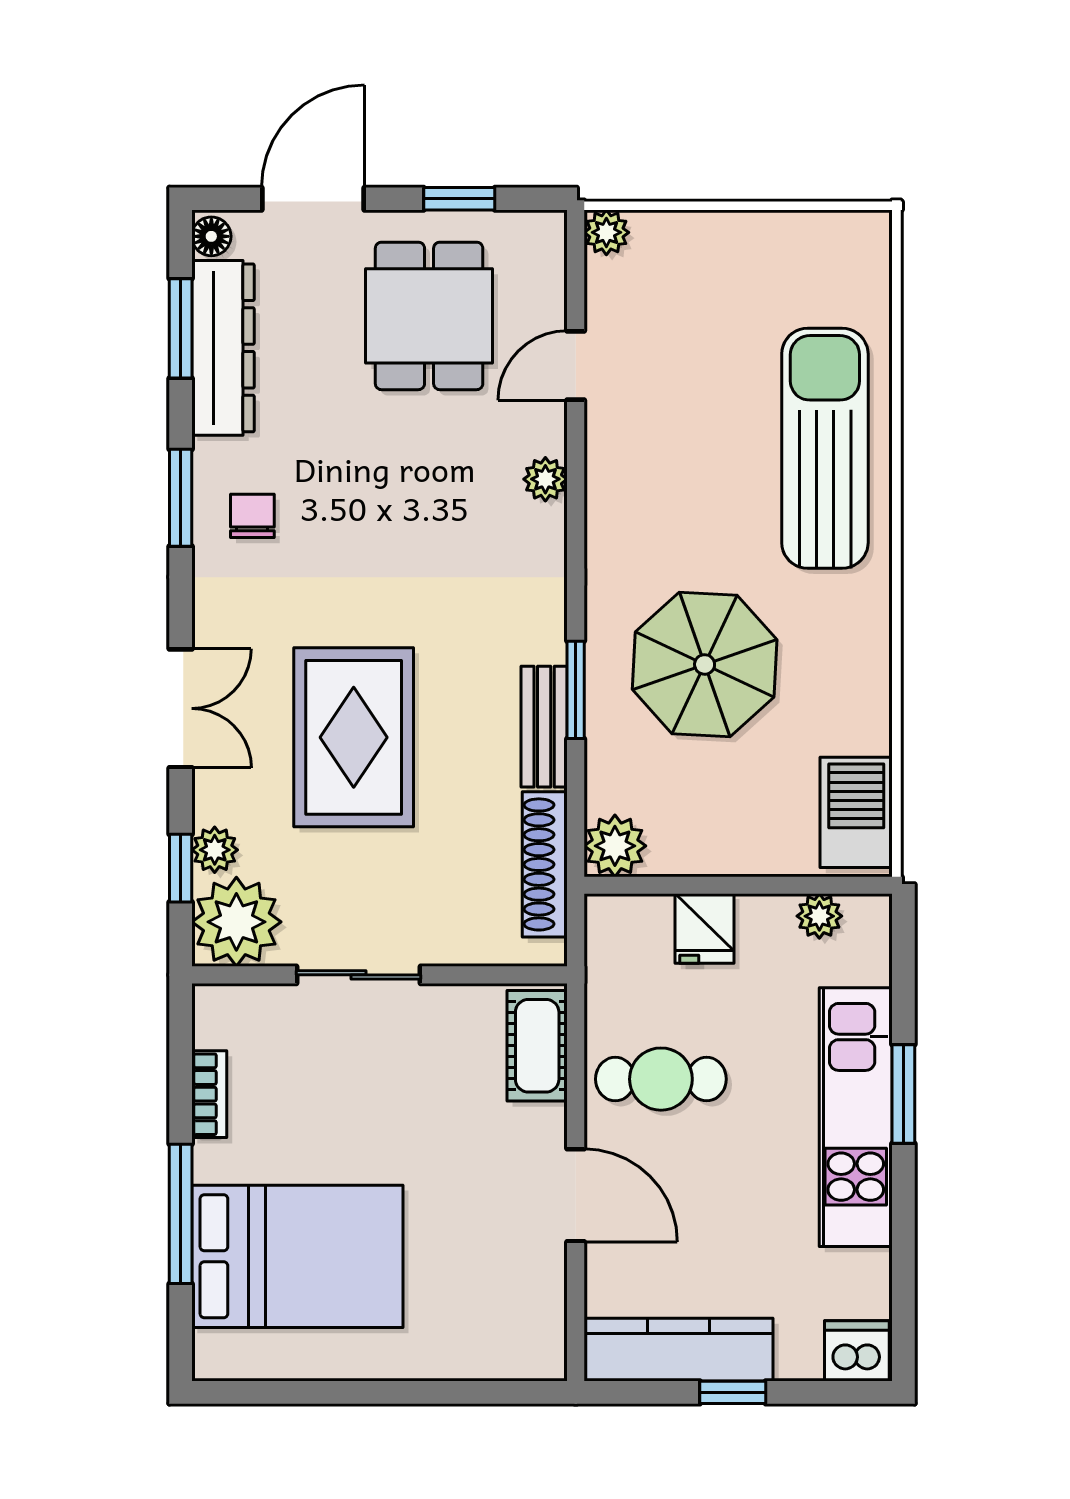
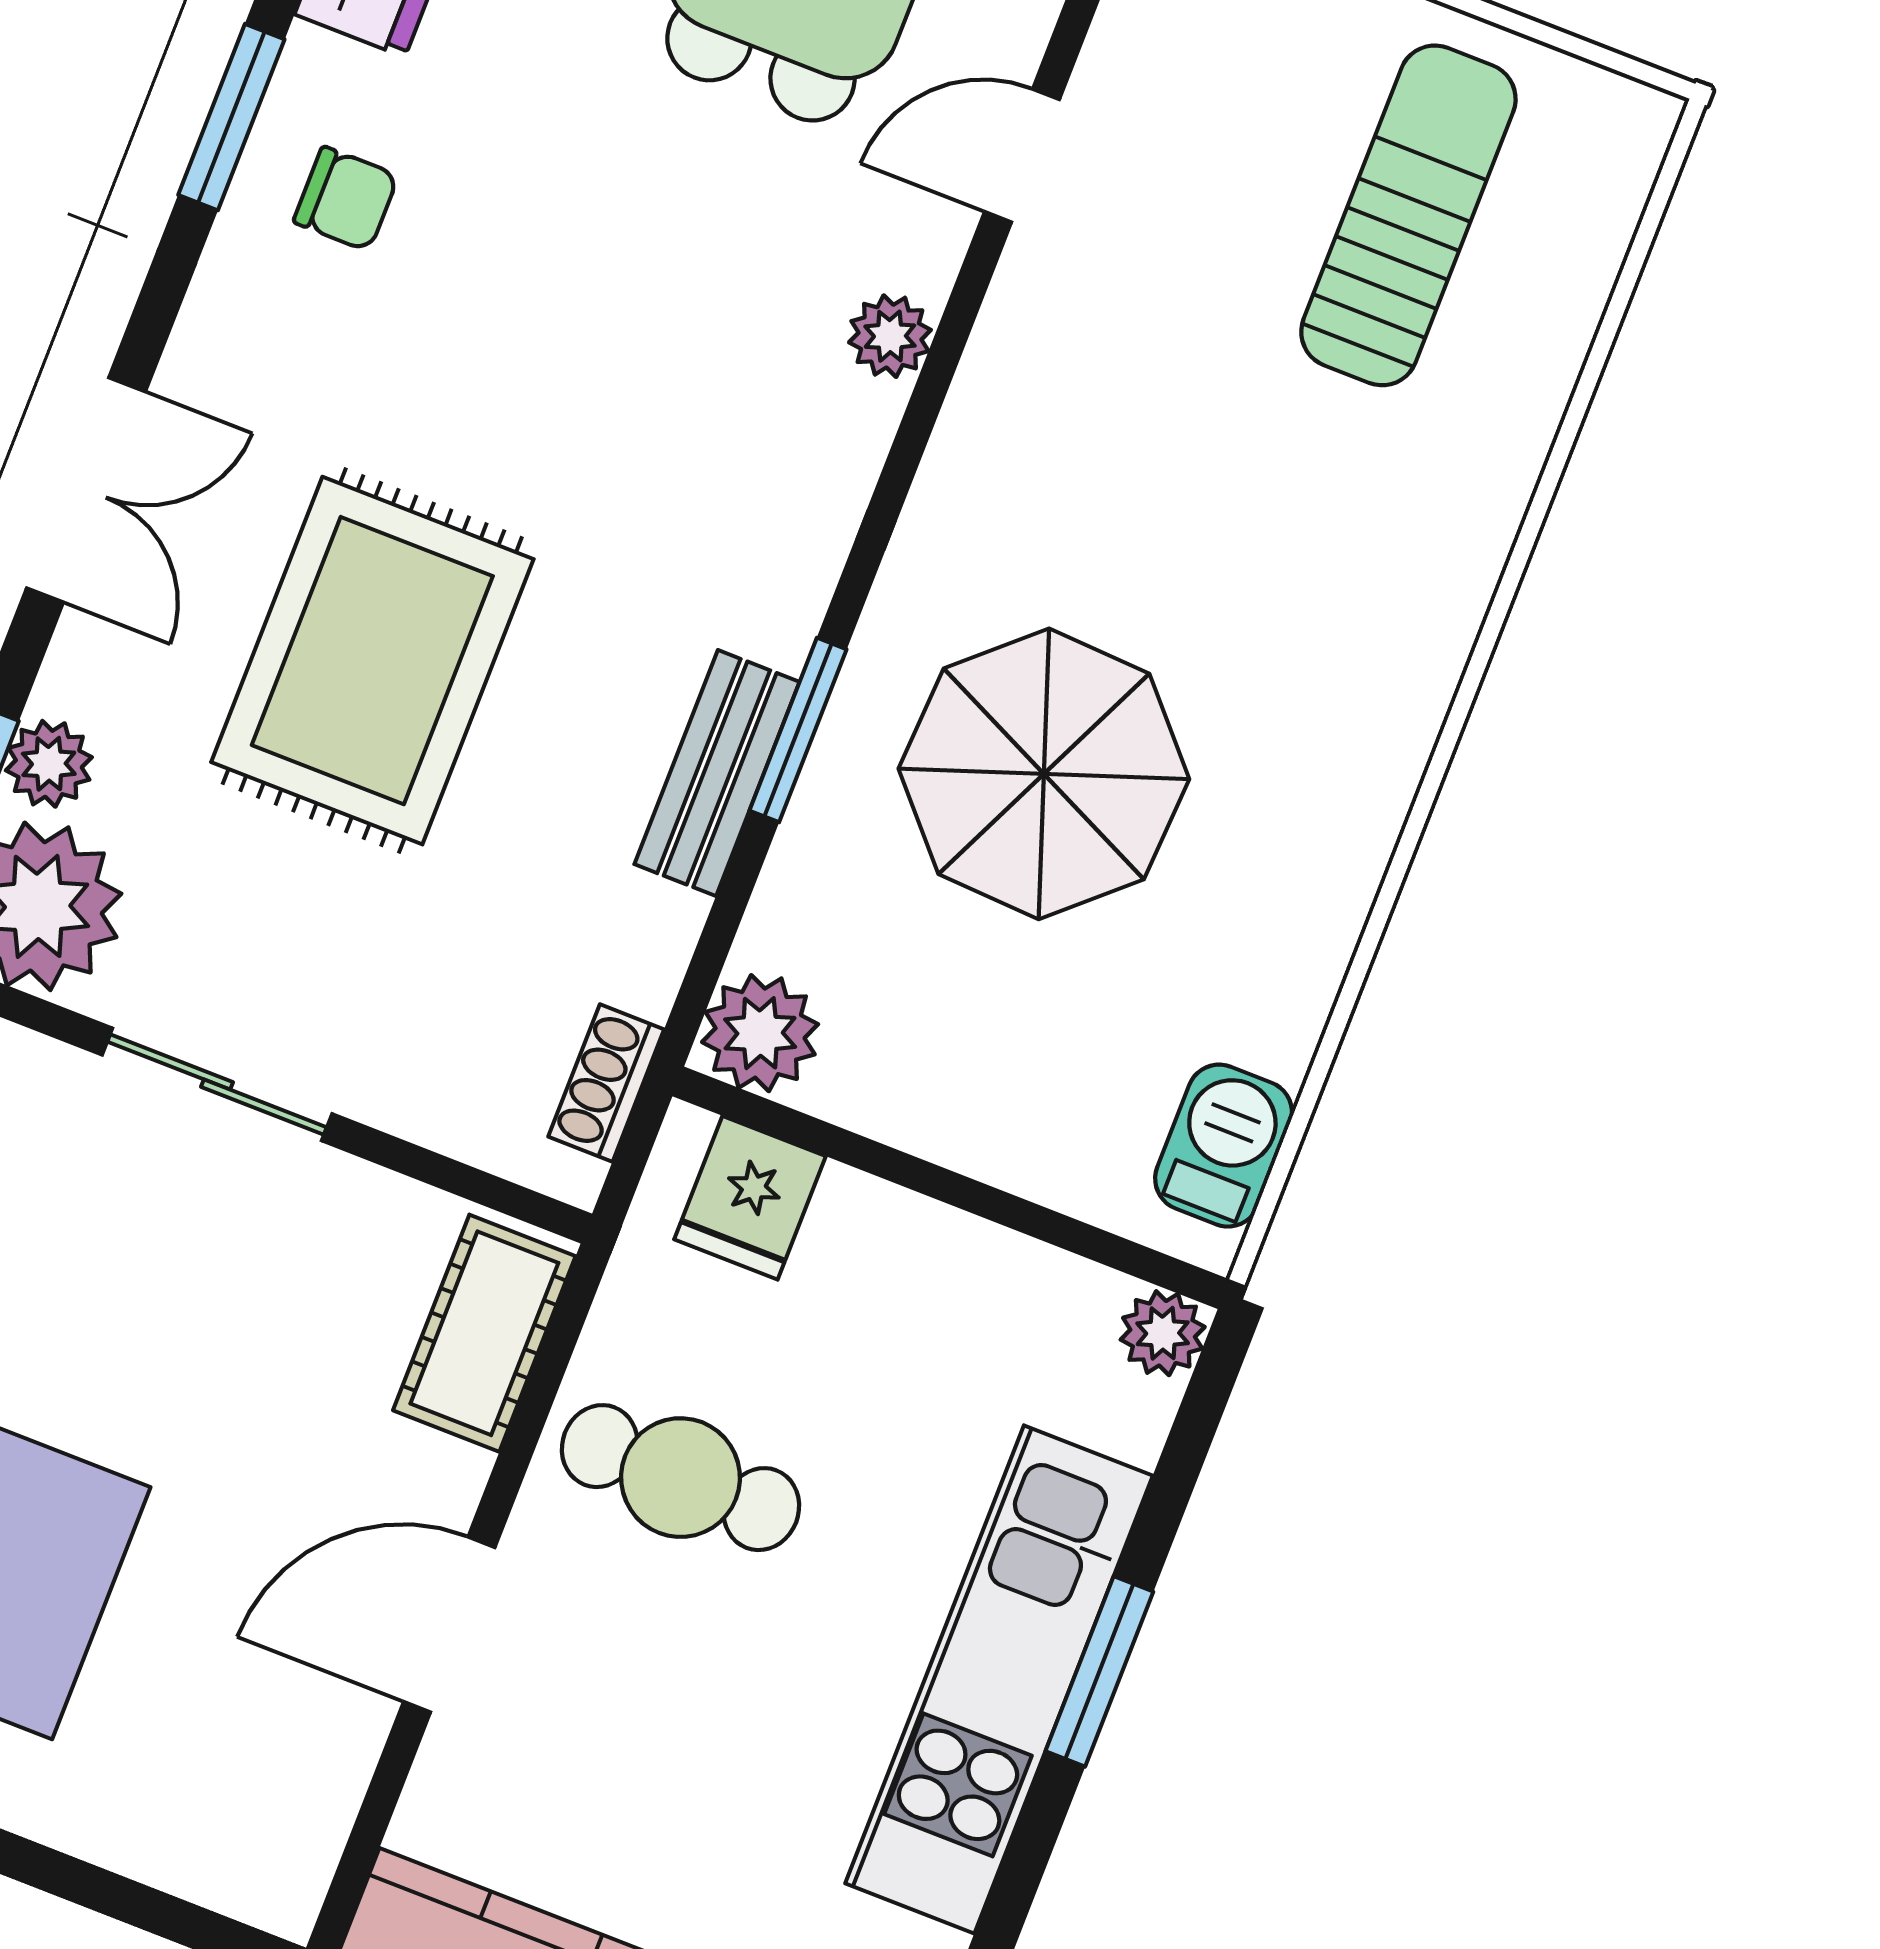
sun lounger: (825, 448) -> (1408, 215), moved, width x0.73, depth x0.75
chair: (252, 516) -> (346, 199), turned 90
barbecue: (856, 812) -> (1224, 1146), width x0.73, depth x0.79
shoe rack: (545, 864) -> (606, 1083), width x0.51, depth x0.81
plant: (819, 916) -> (1163, 1333), moved
fridge: (704, 929) -> (750, 1198), moved
door: (576, 1195) -> (449, 1625), swing flipped

